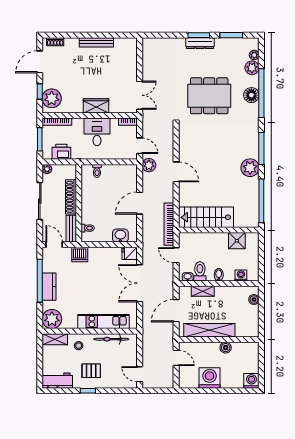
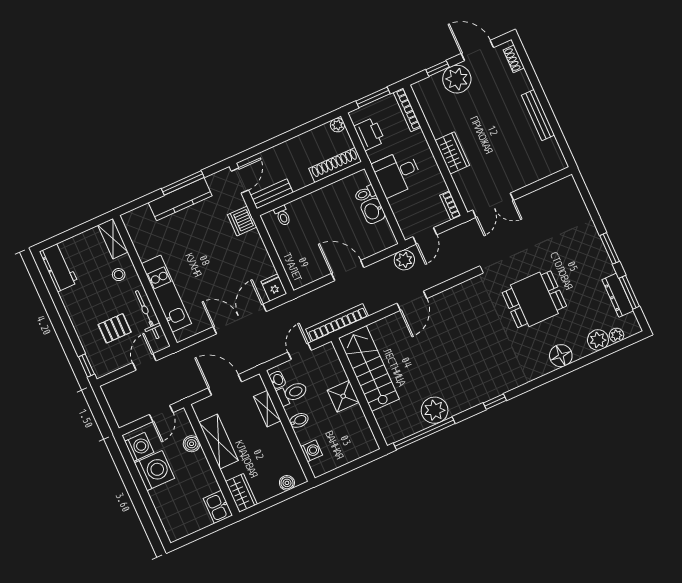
dresser: (200, 43) -> (618, 295), moved
window: (261, 93) -> (569, 368), removed
dining table: (209, 96) -> (534, 299), width x0.73
plant: (52, 98) -> (457, 79), moved
desk: (97, 132) -> (397, 173), moved, turned 180
window: (261, 149) -> (495, 402), width x0.46
plant: (250, 168) -> (435, 410), moved
shoe rack: (71, 197) -> (335, 165), moved
sliding door: (40, 201) -> (290, 135), removed
washbasin: (120, 236) -> (373, 211), moved, turned 180
shower: (237, 241) -> (343, 396), moved
window: (40, 281) -> (183, 183), width x0.68
kitchen counter: (49, 287) -> (180, 199), width x1.50
plant: (52, 319) -> (138, 222), removed
shelving: (209, 330) -> (219, 442), width x0.68
wardrobe: (247, 331) -> (241, 493), added
boiler: (226, 348) -> (192, 444), moved
kitchen sink: (250, 349) -> (218, 507), added
pallet: (91, 371) -> (115, 328), moved, turned 90
door: (140, 374) -> (144, 362), moved
washing machine: (251, 381) -> (139, 447), moved
window: (88, 391) -> (86, 366), moved

